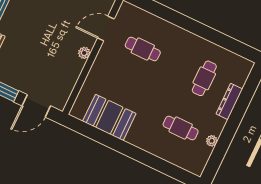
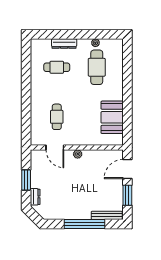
door: (36, 106) -> (127, 169), swing flipped
cafe table: (181, 128) -> (97, 67), width x1.37, depth x1.35

